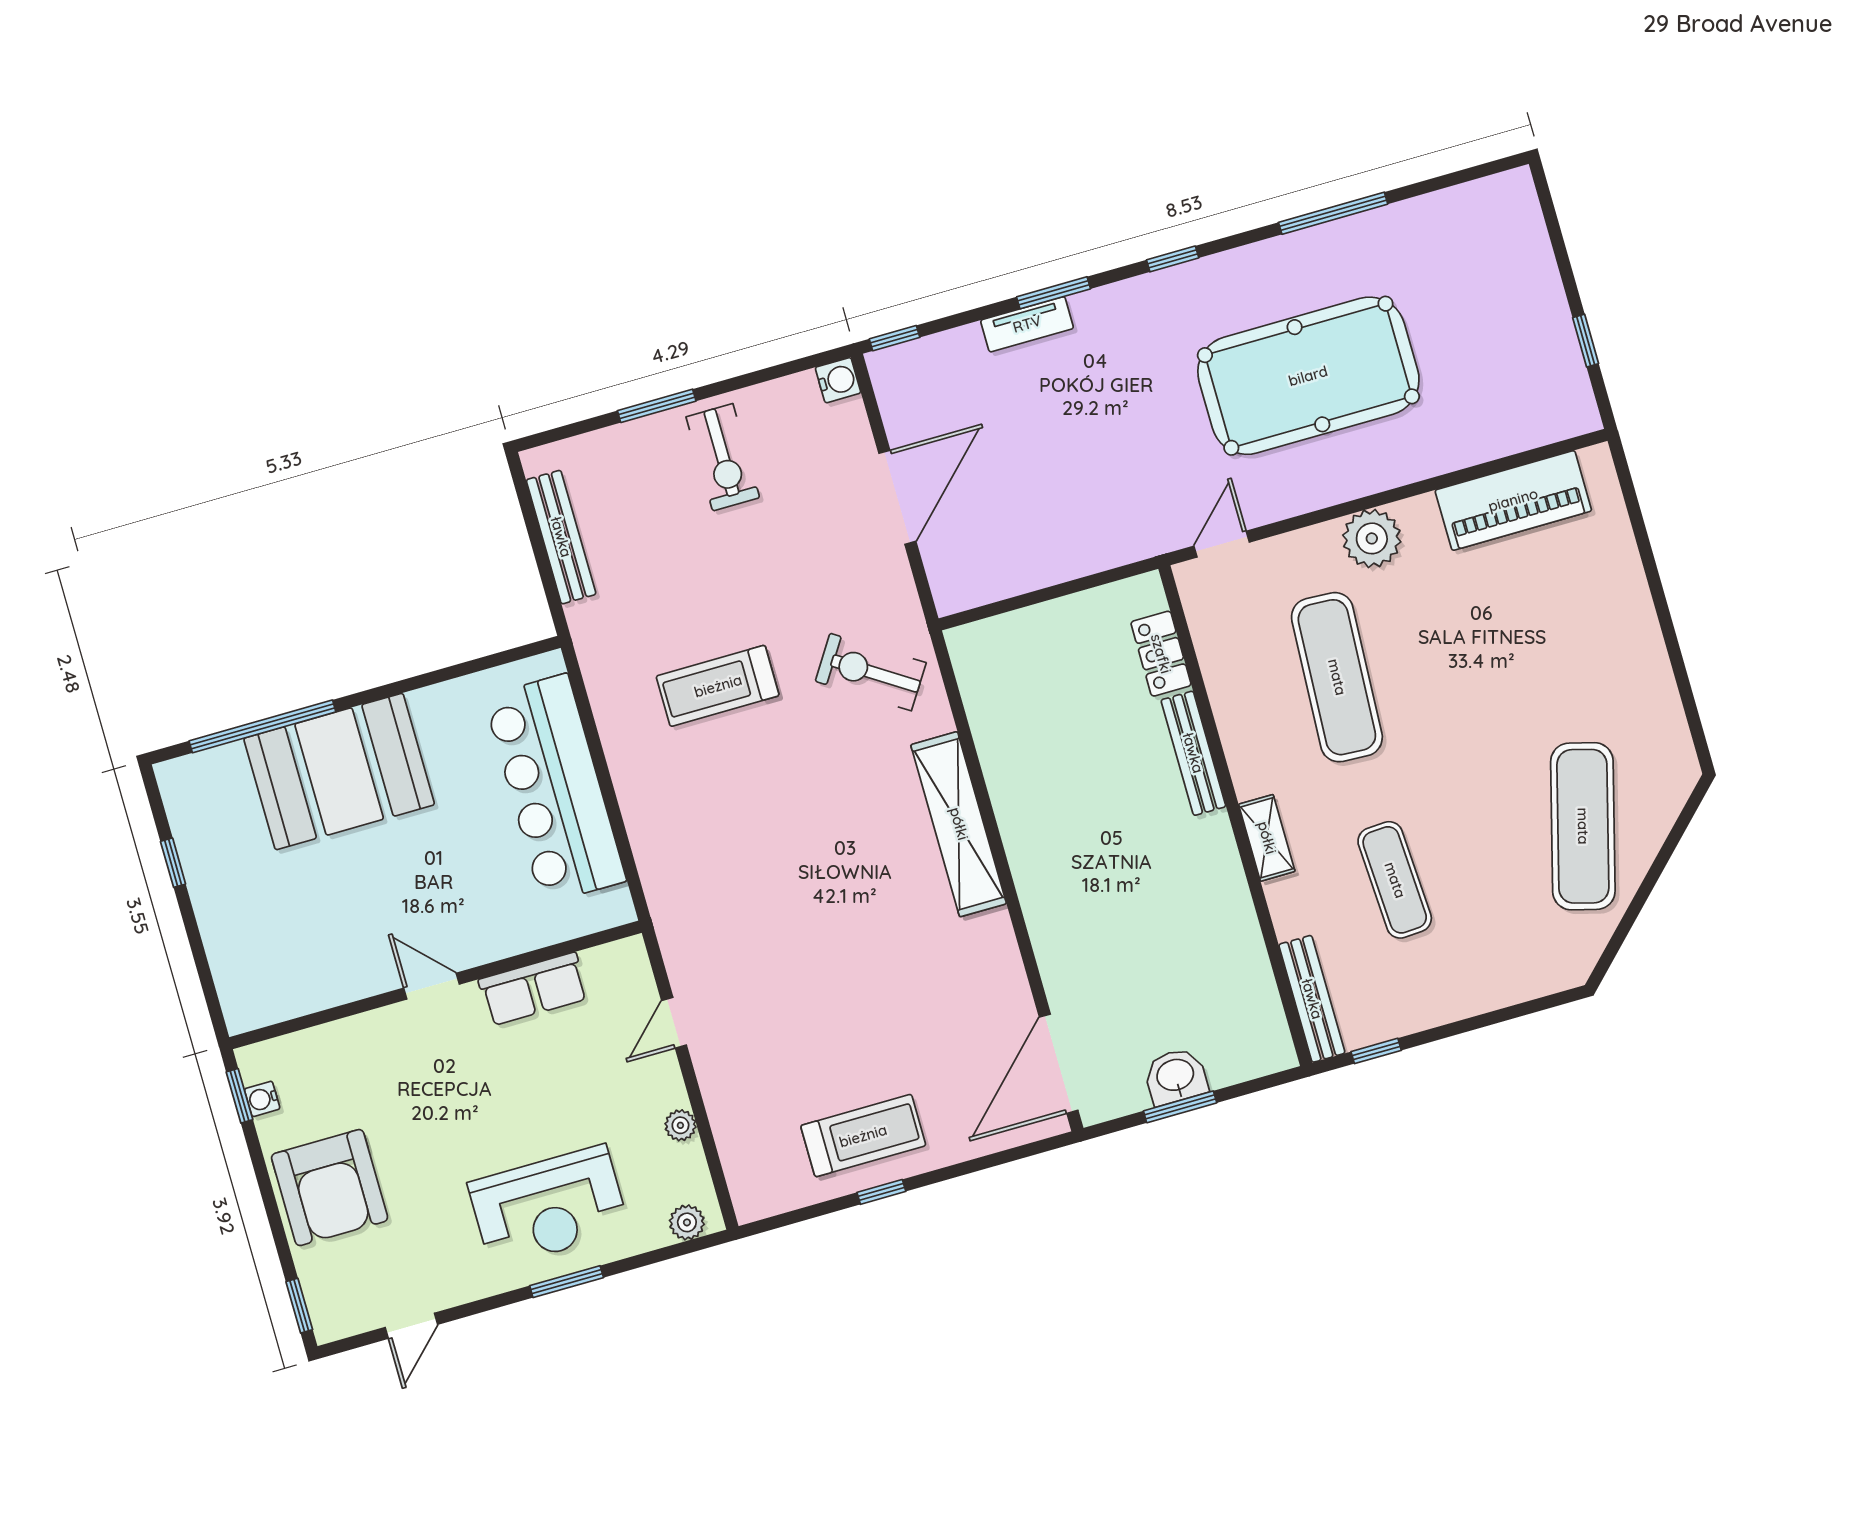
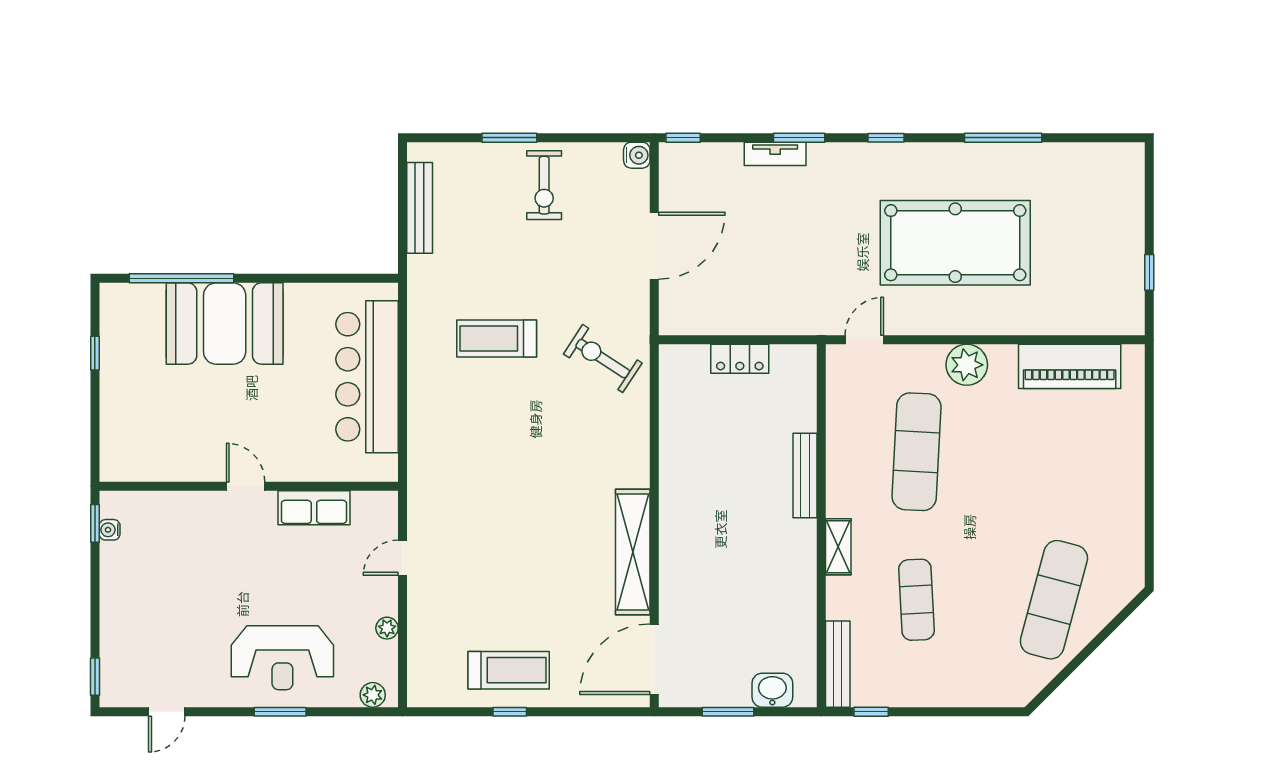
locker: (1161, 654) -> (740, 359), moved, turned -90
shelving: (959, 824) -> (633, 552), moved
washbasin: (1176, 1076) -> (772, 690), moved
armchair: (330, 1188) -> (138, 603), removed

